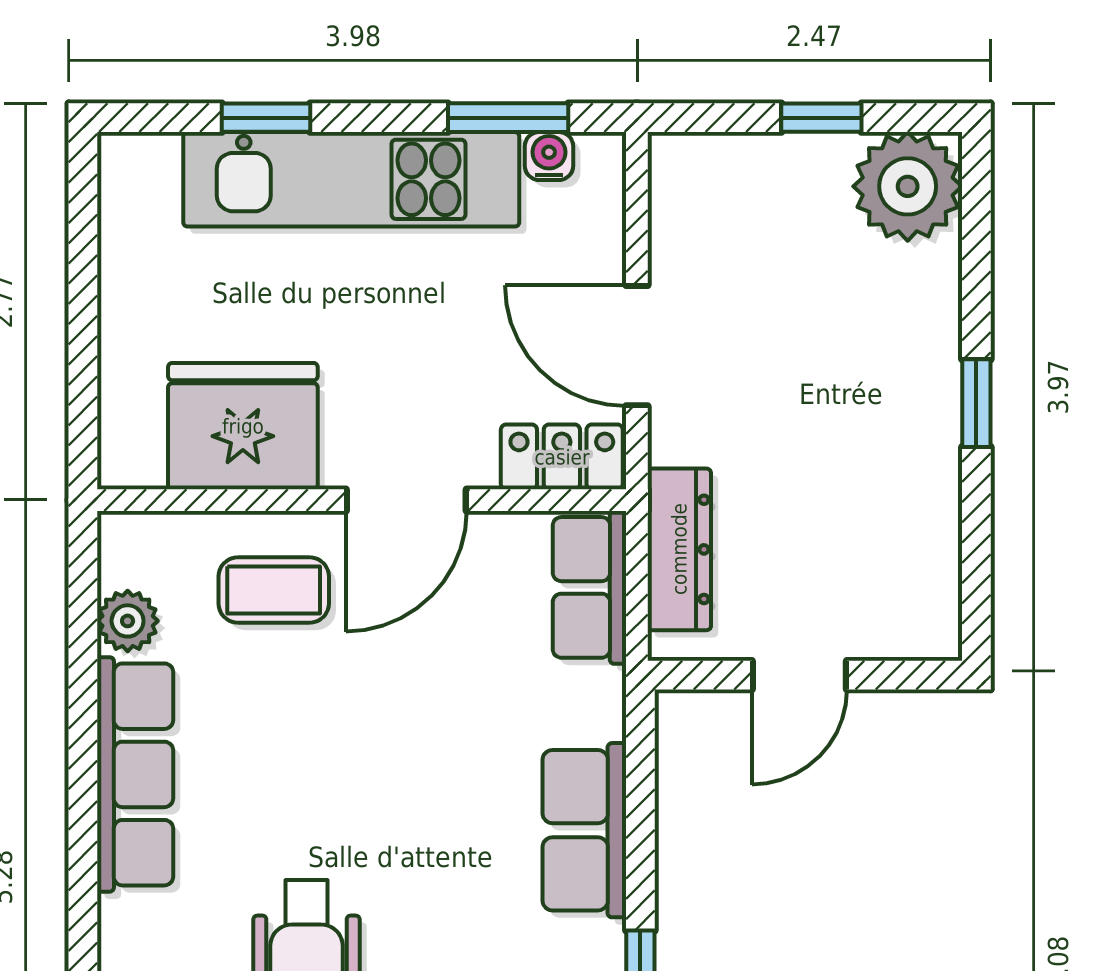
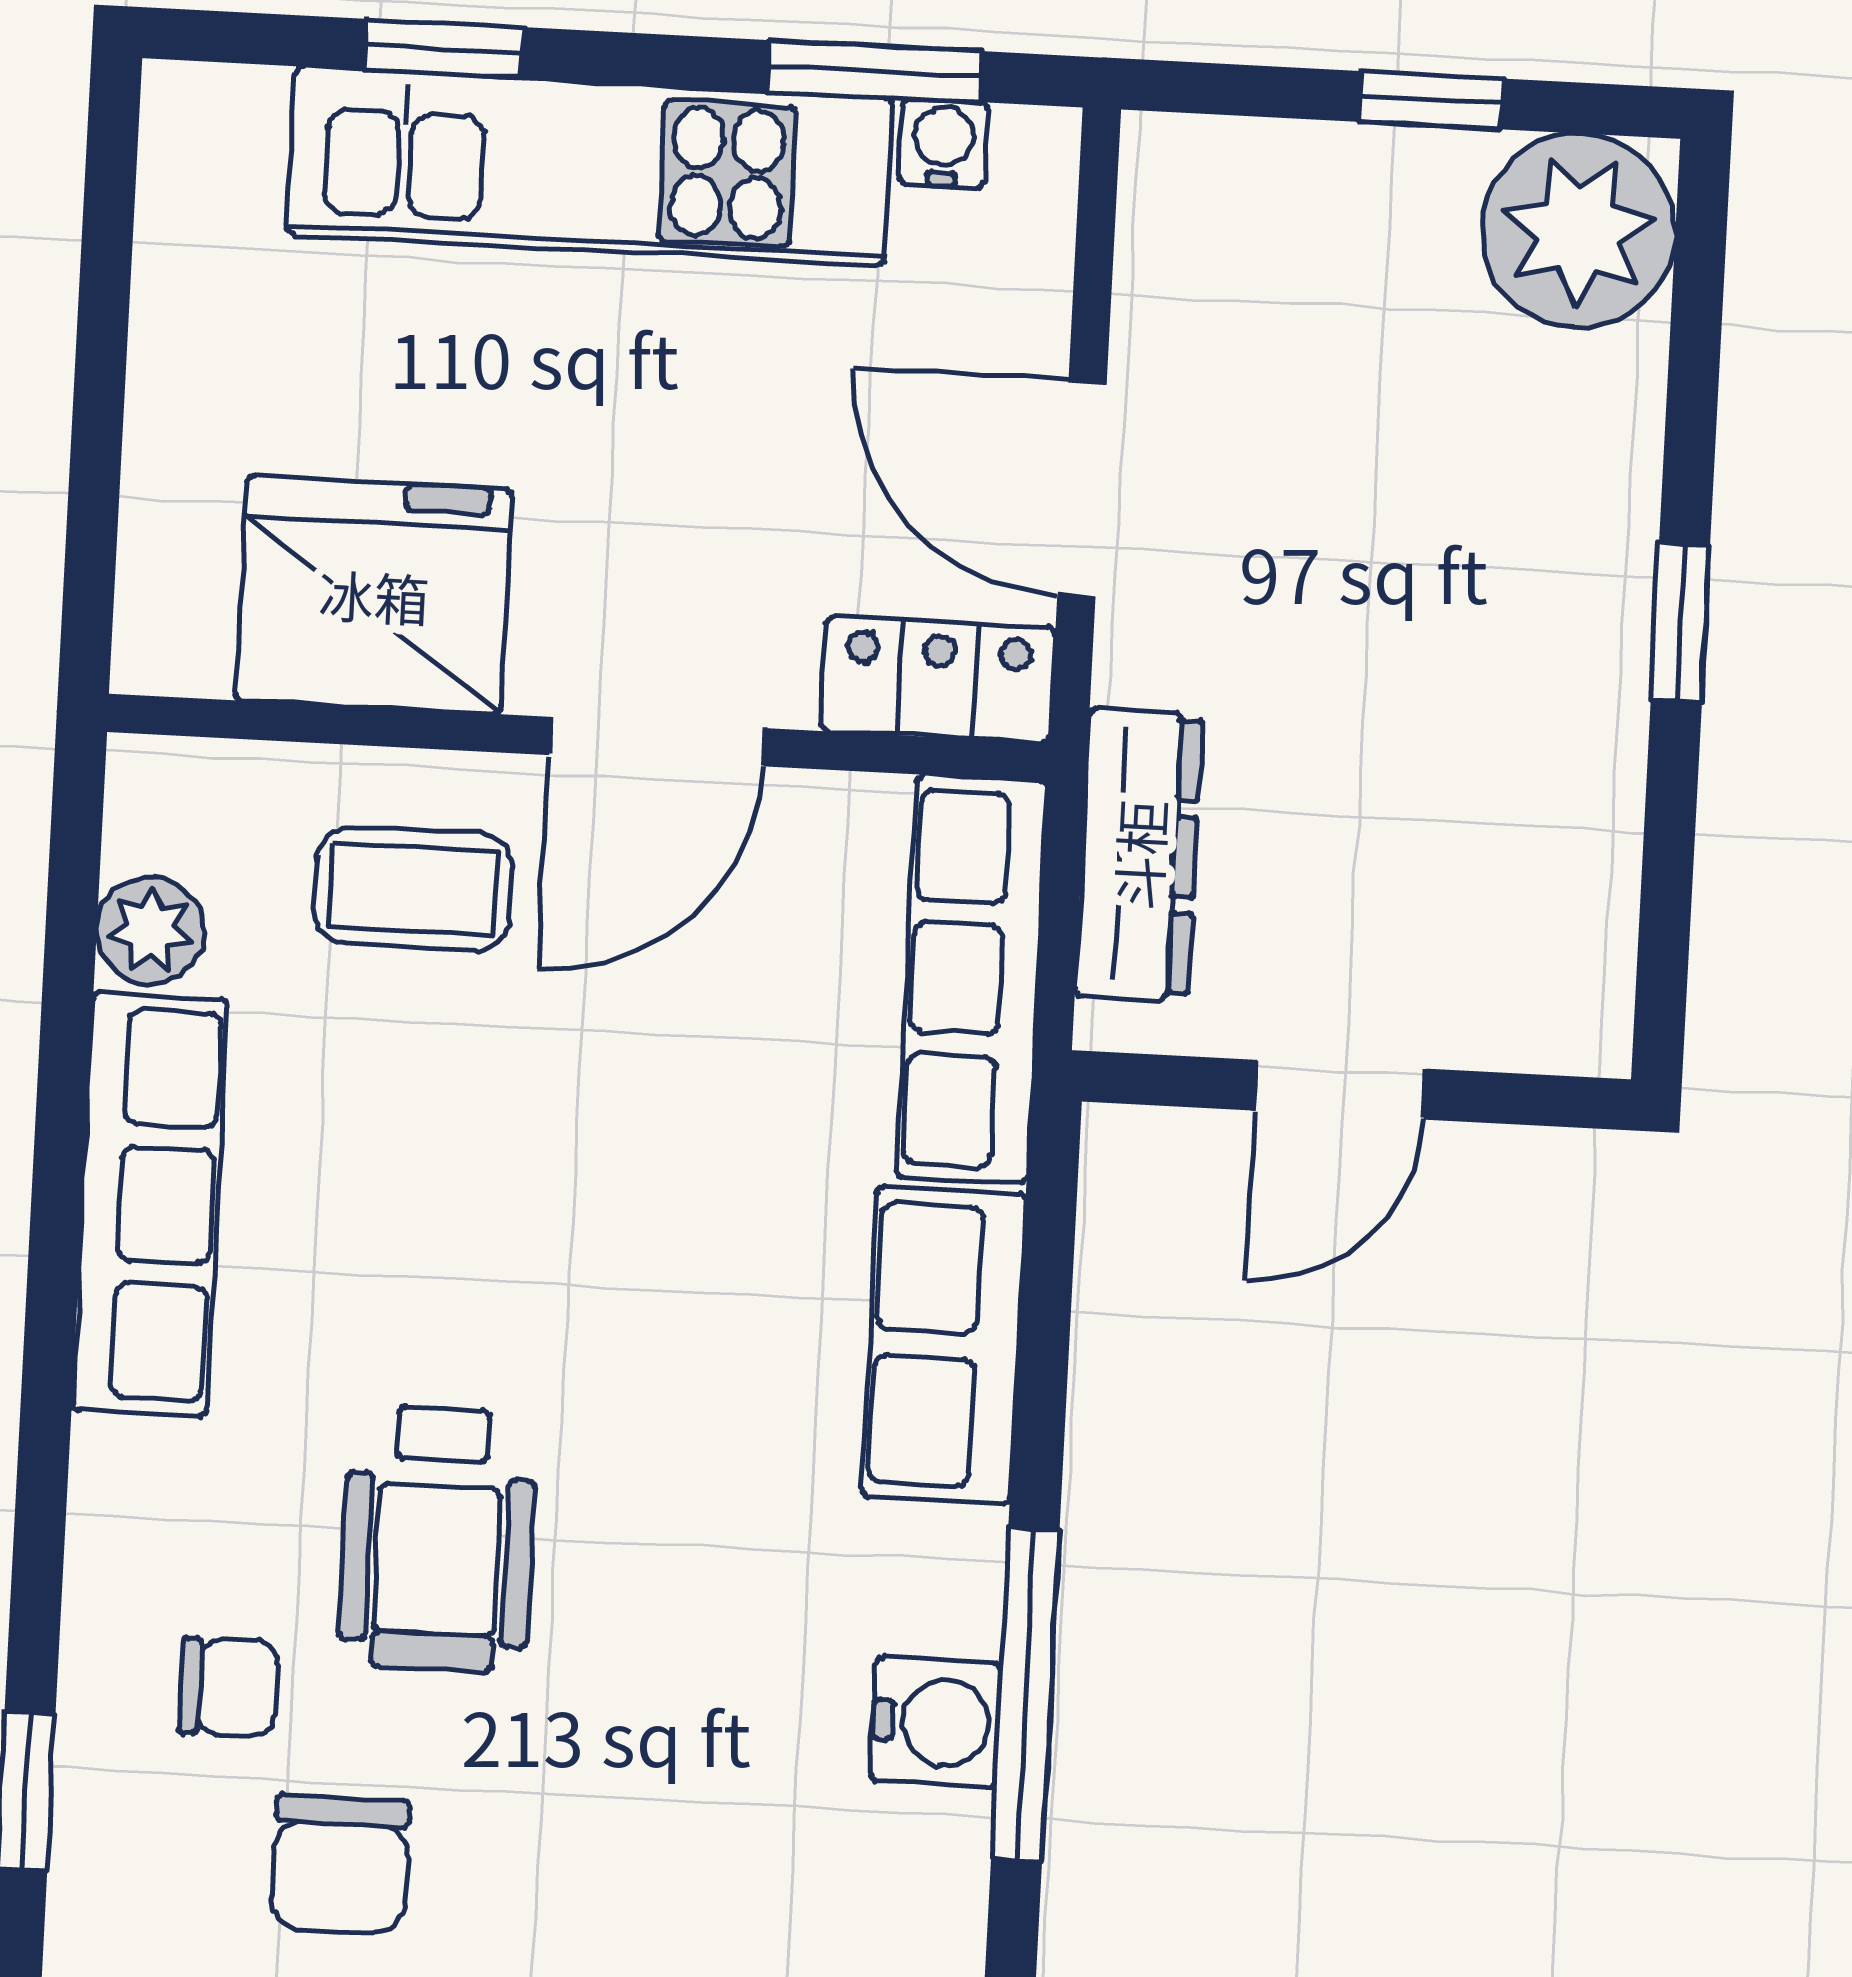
row of seats: (589, 587) -> (972, 979), width x1.48

